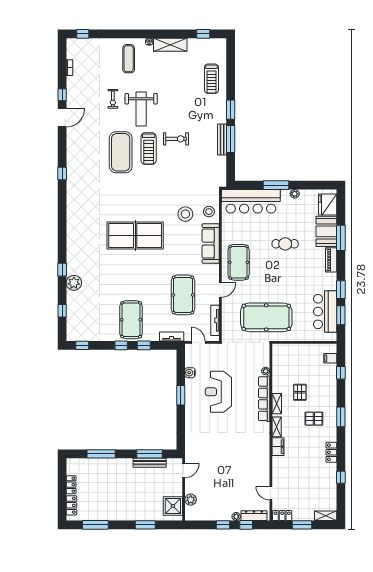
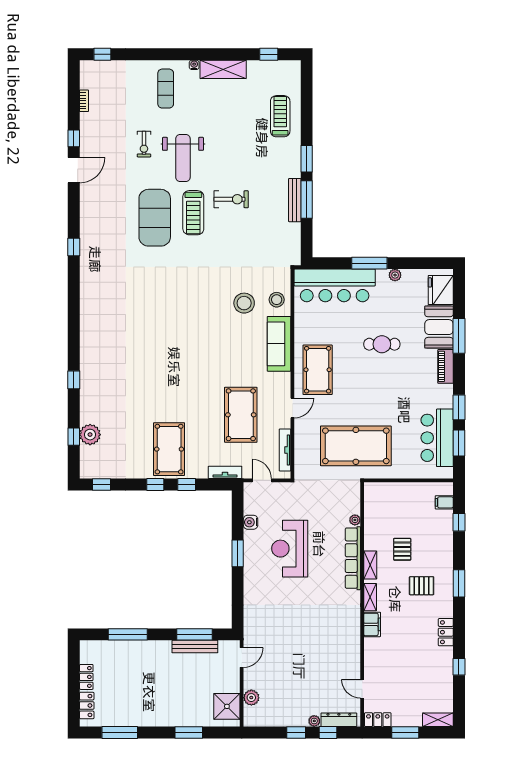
treadmill: (211, 79) -> (280, 116), turned 180
table tennis table: (135, 235) -> (175, 333), removed
plant: (74, 283) -> (90, 435), moved

